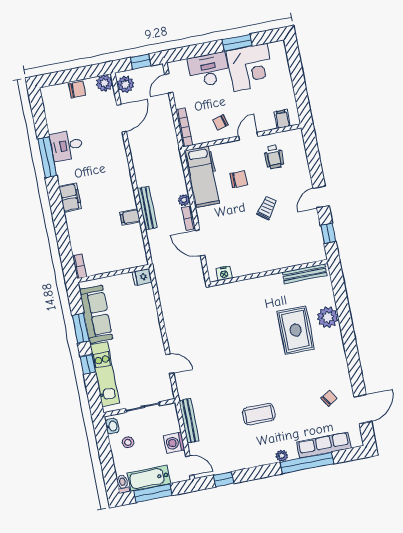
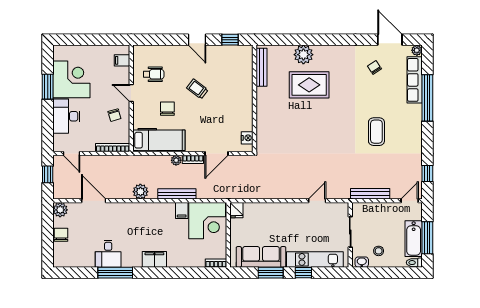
plant: (125, 84) -> (140, 192), moved
corner desk: (124, 247) -> (207, 221), added
washing machine: (174, 443) -> (387, 211), removed
plant: (282, 456) -> (417, 50), moved

